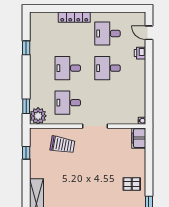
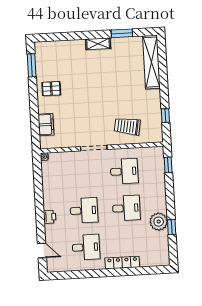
printer: (140, 53) -> (50, 217), moved
plant: (38, 116) -> (159, 222), moved
filing cabinet: (139, 138) -> (46, 125), moved

